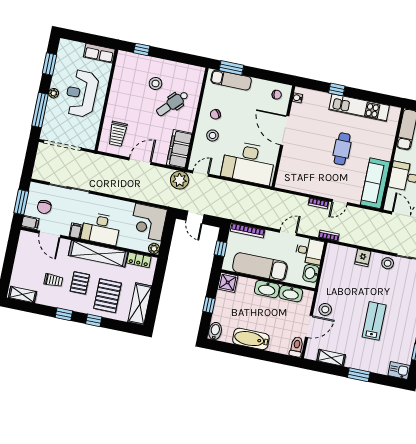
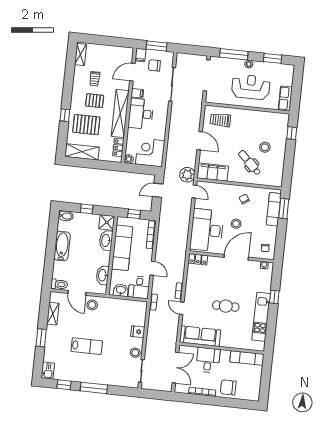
stool: (213, 135) -> (236, 224), moved
locker: (283, 177) -> (198, 259), added
washbasin: (267, 289) -> (106, 240), moved
window: (64, 314) -> (68, 90), removed

